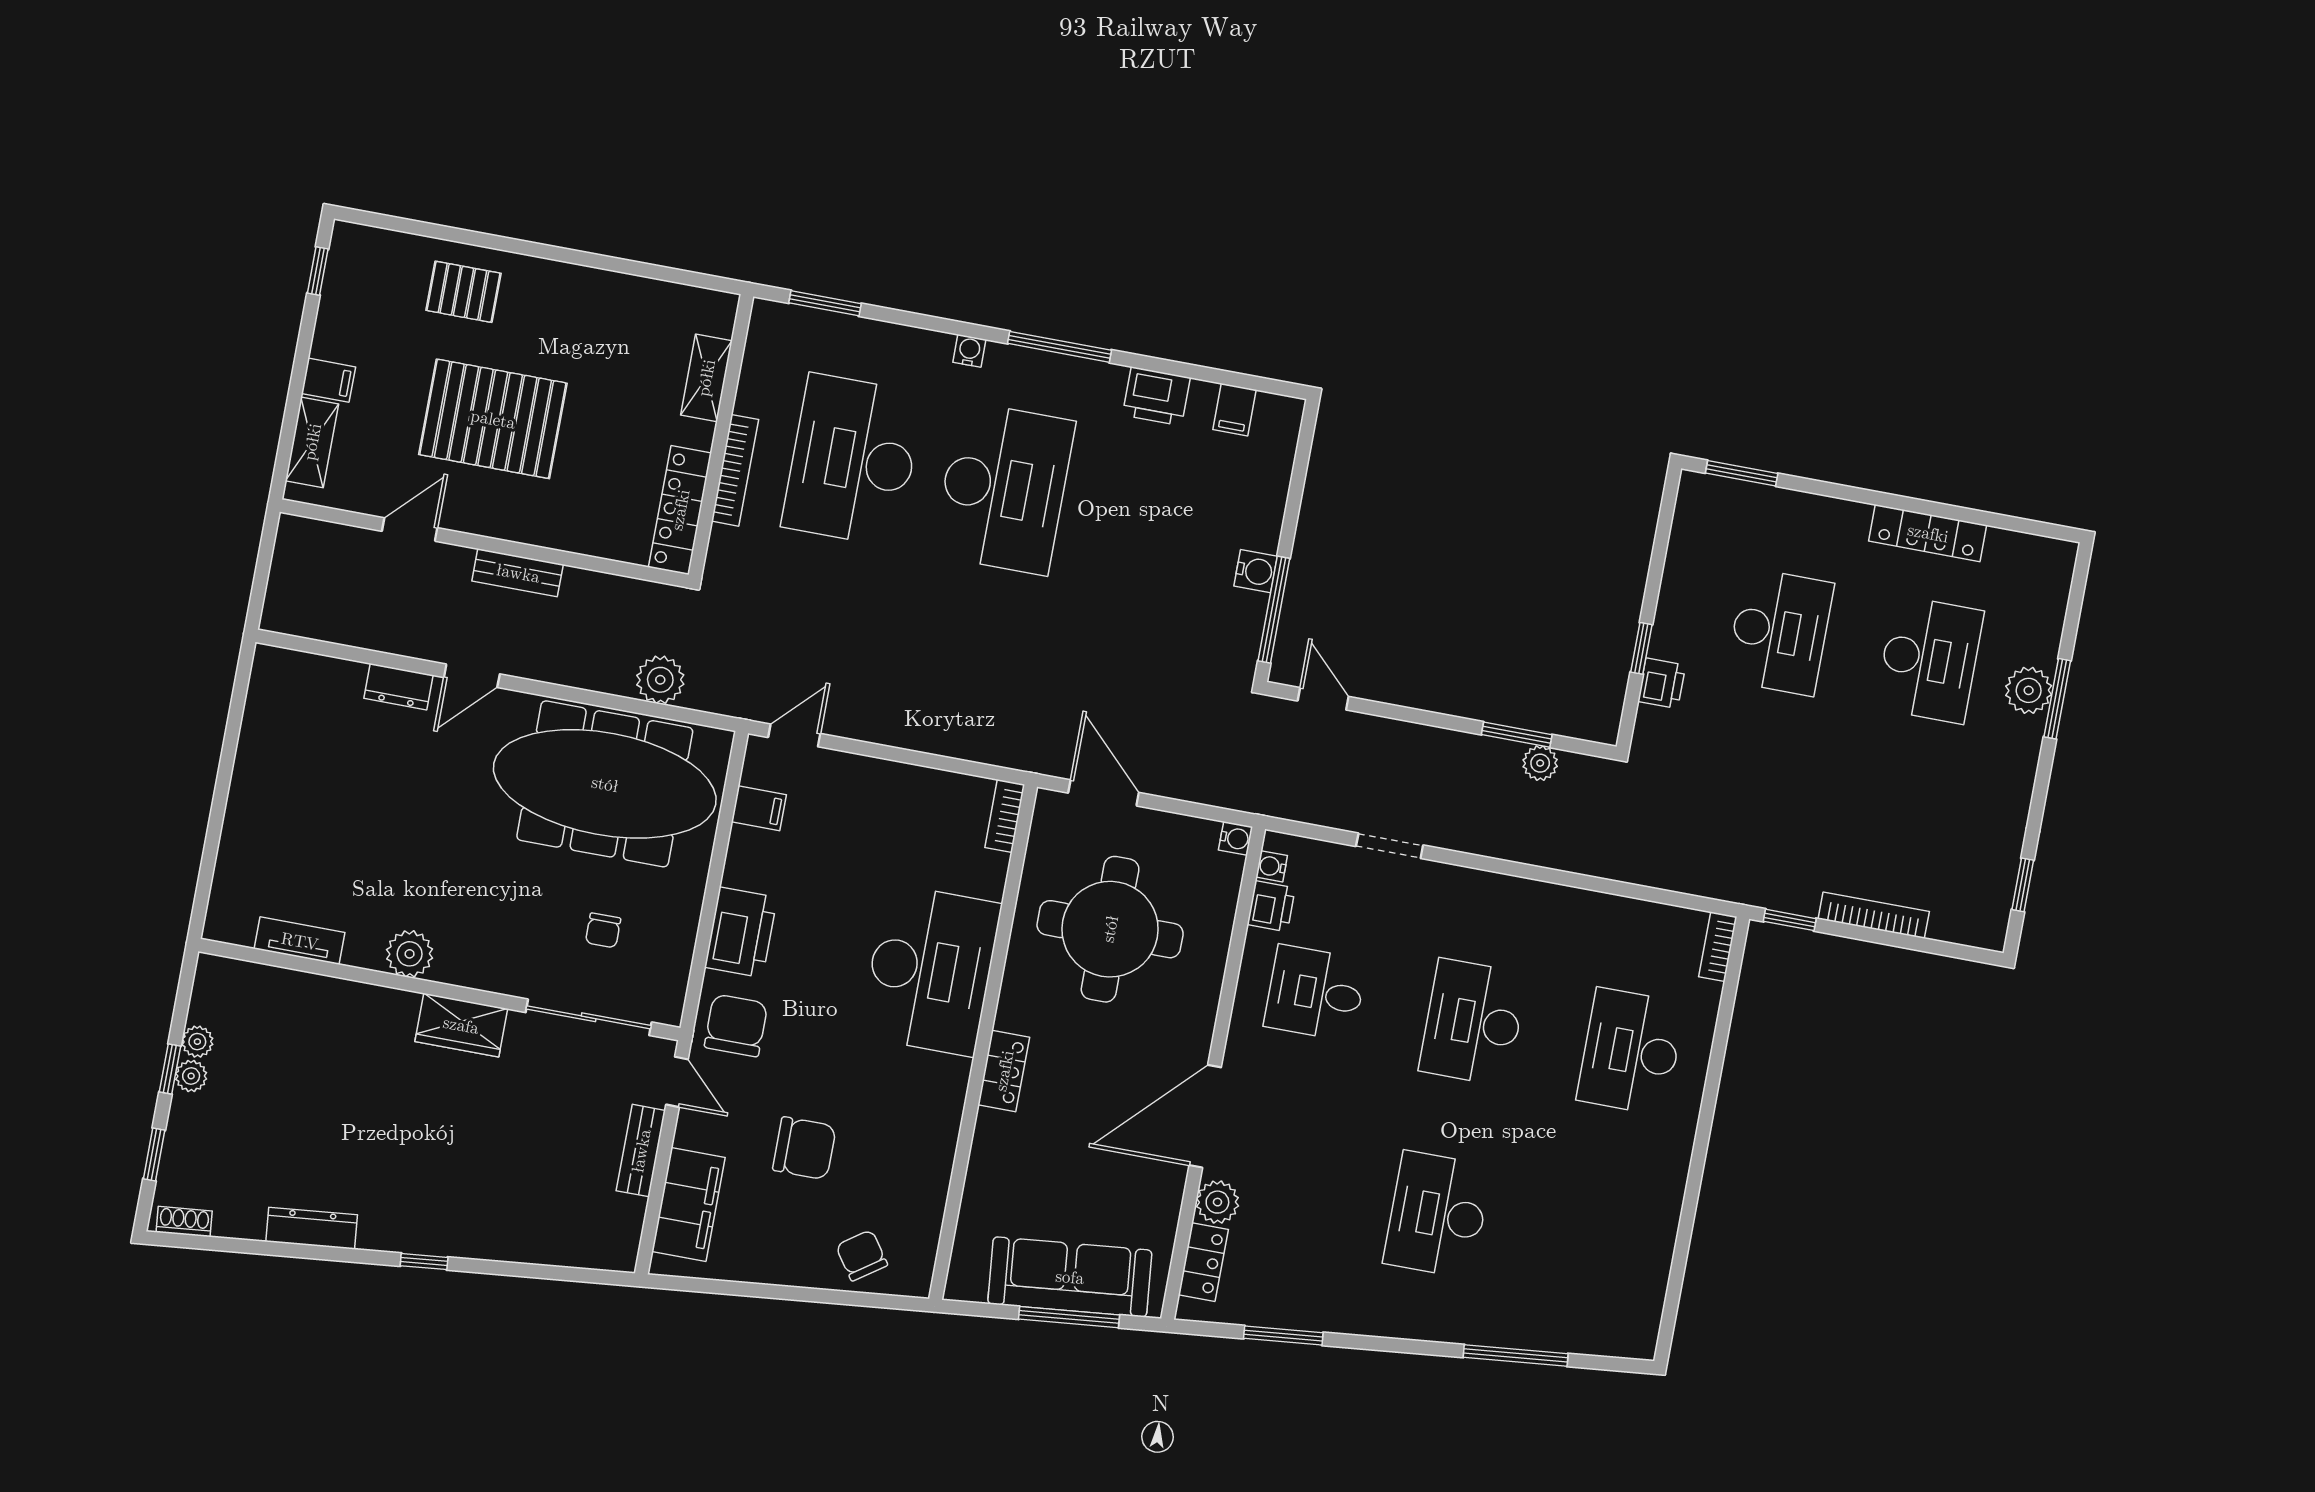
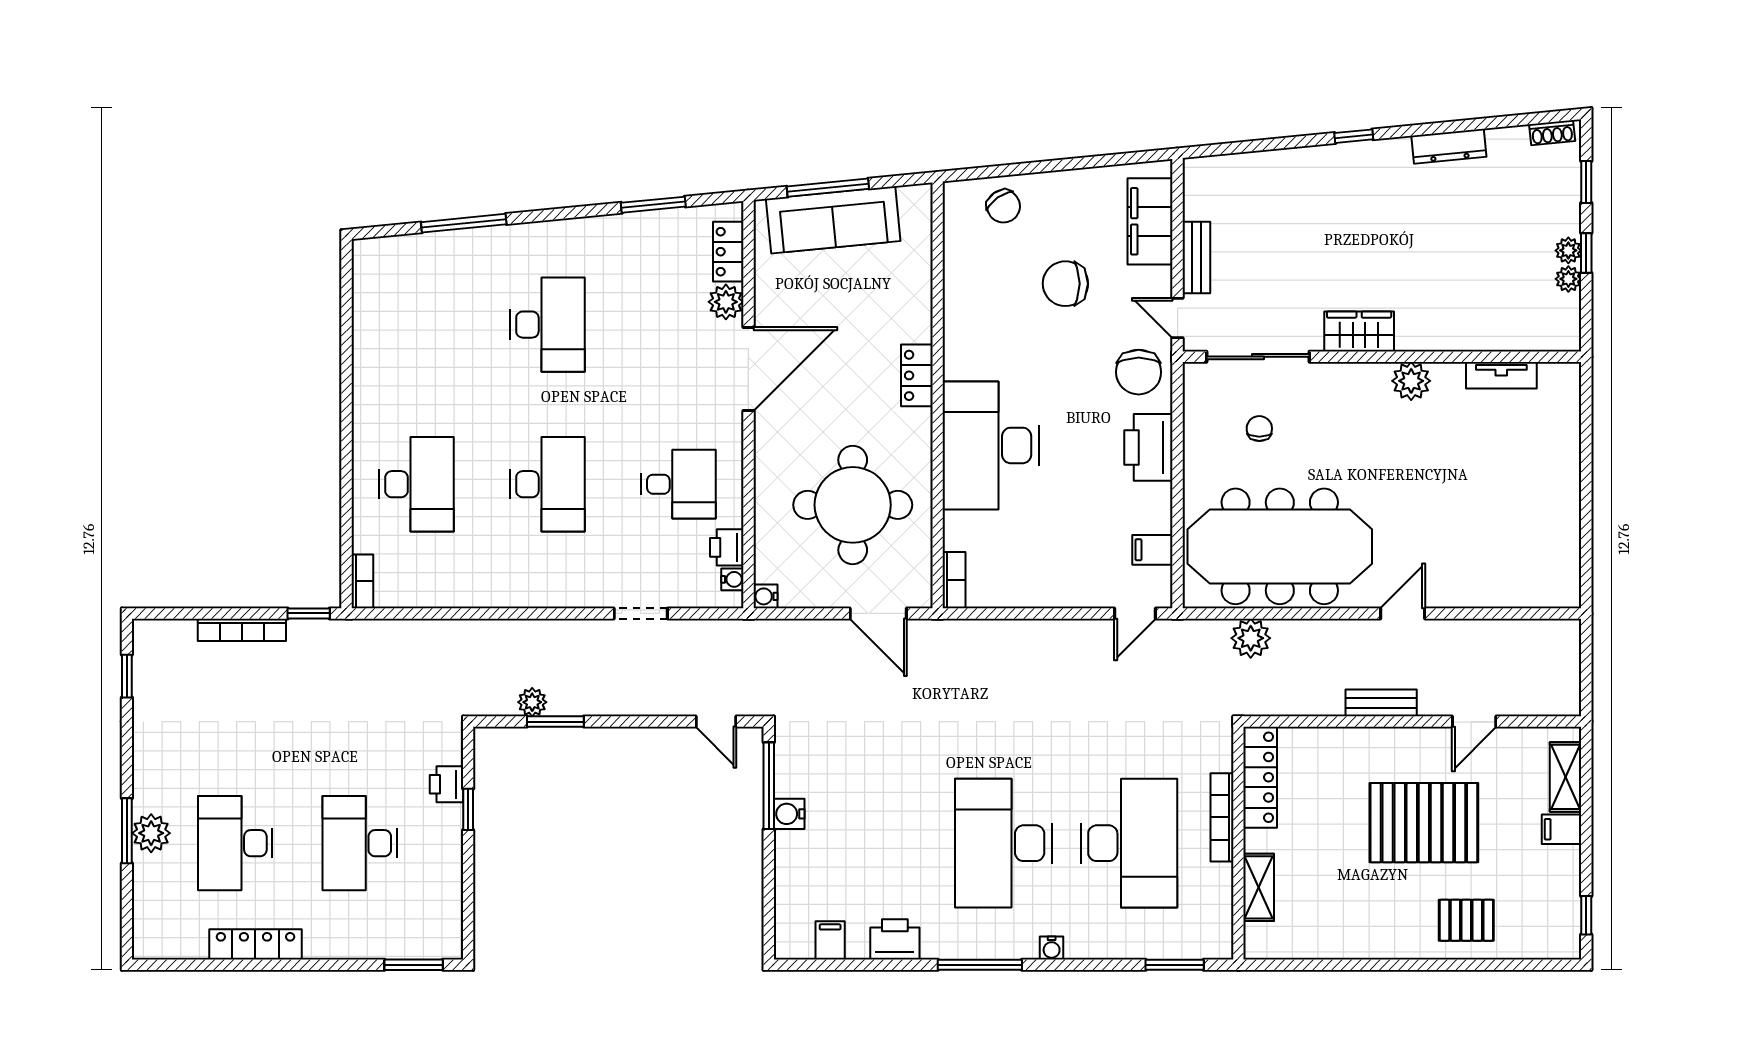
dresser: (398, 687) -> (1460, 594), removed

